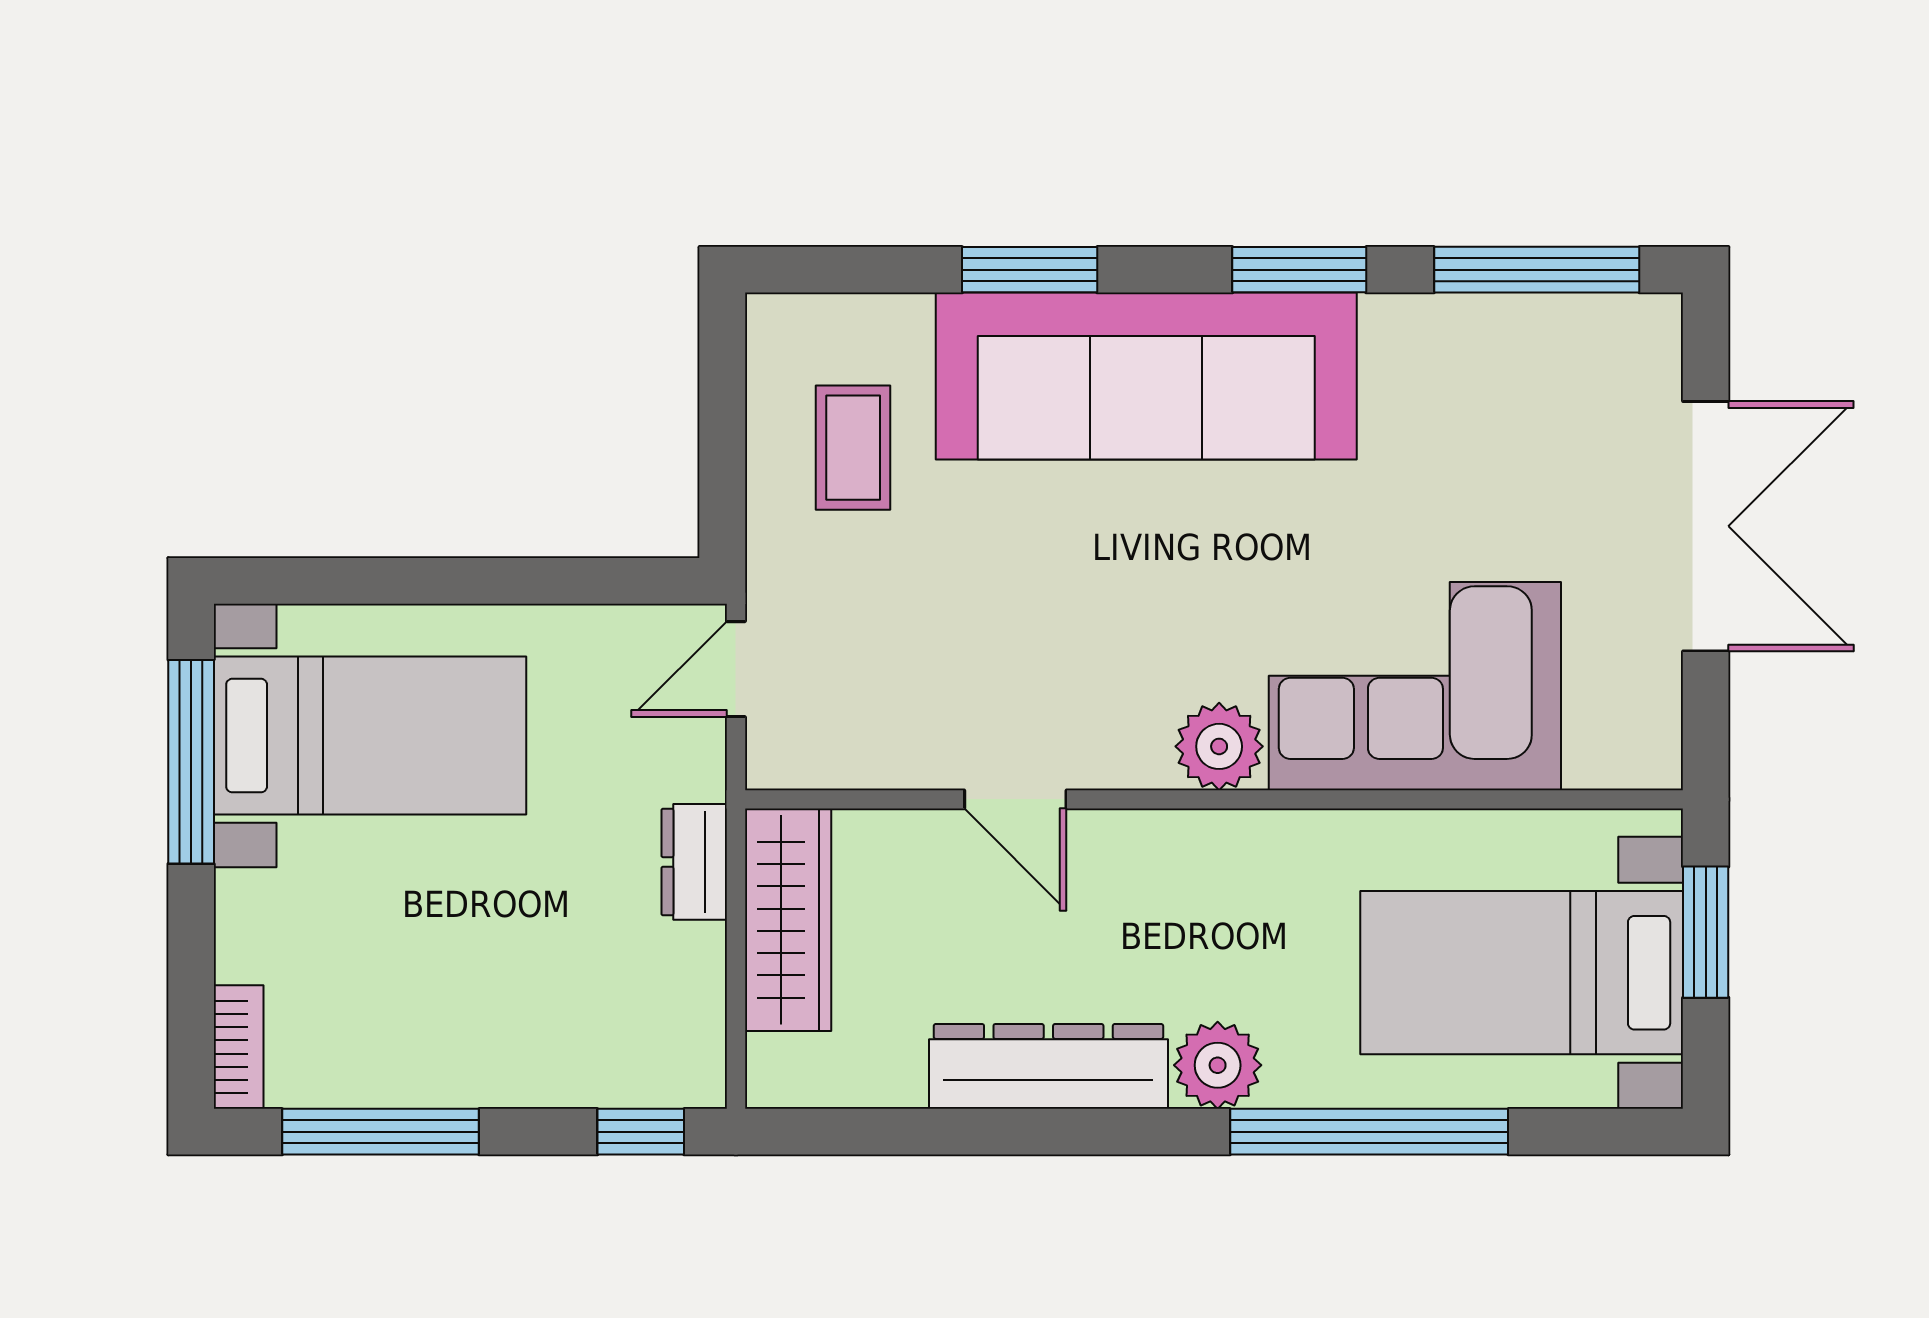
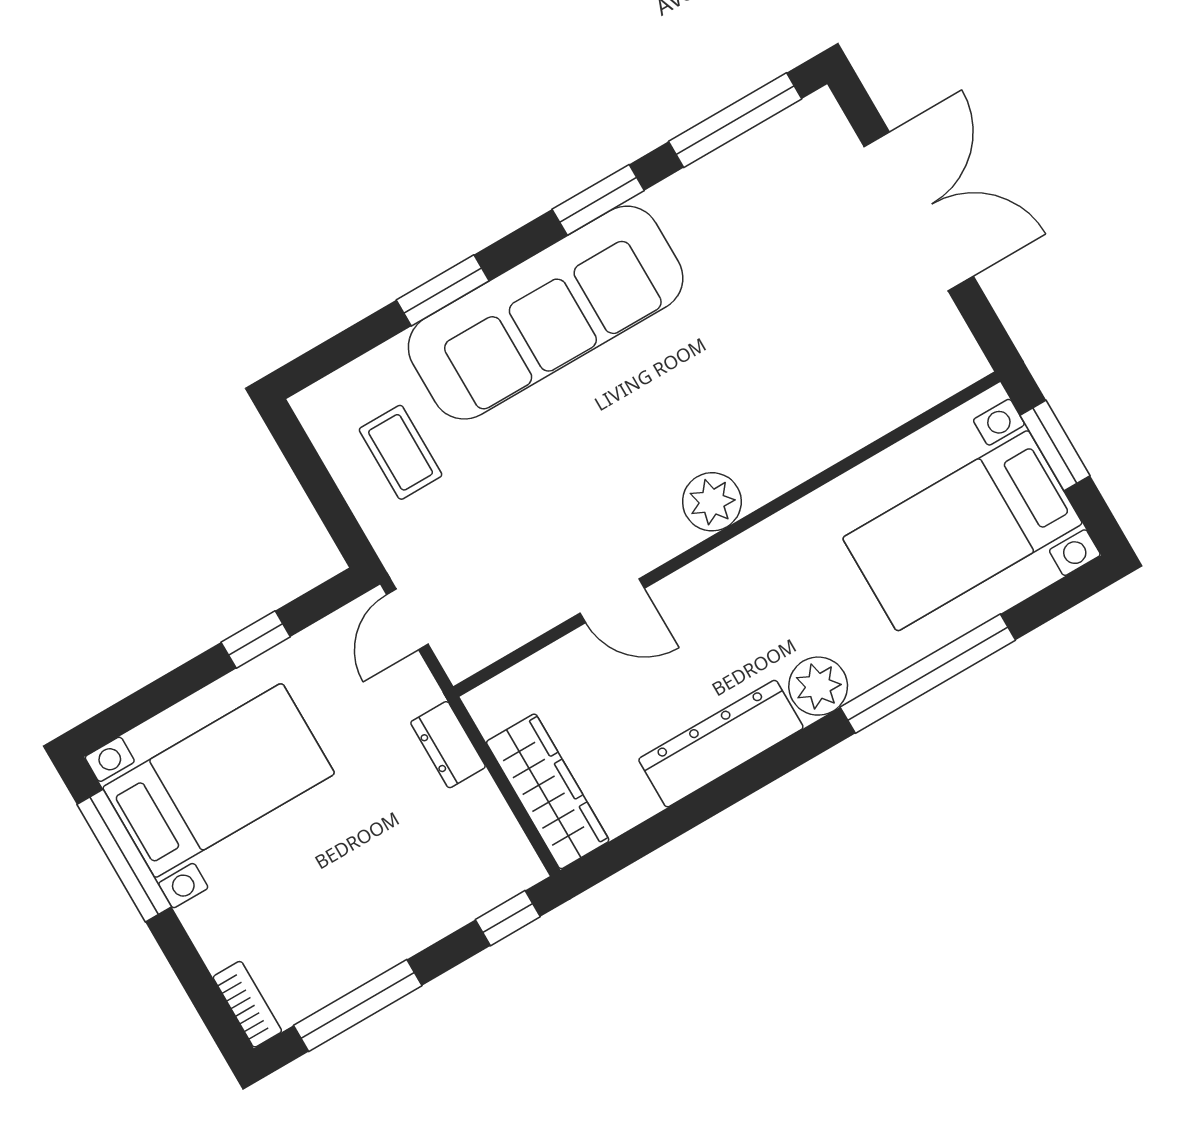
window: (524, 581) -> (256, 639), added
corner sofa: (1415, 686) -> (805, 401), removed
wardrobe: (788, 920) -> (548, 791), moved

